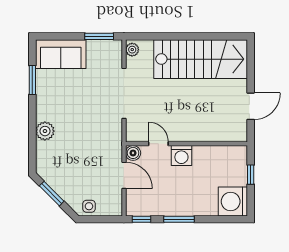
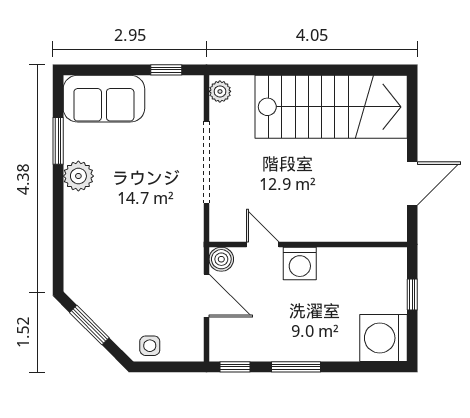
window: (99, 36) -> (166, 70), width x0.67
plant: (45, 131) -> (78, 176), moved

